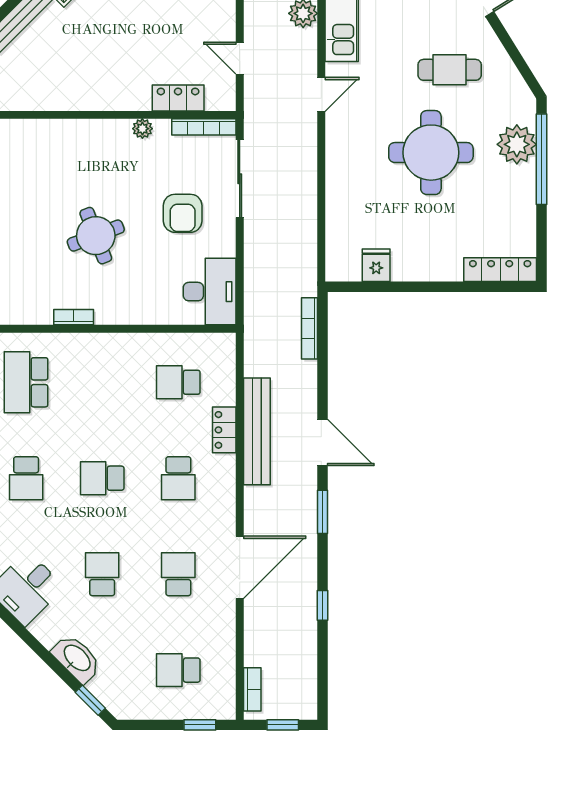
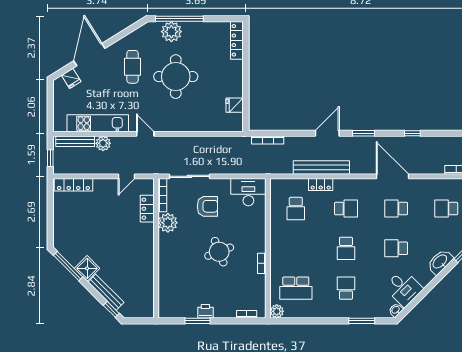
plant: (142, 129) -> (168, 223), width x1.88, depth x1.88
school desk: (26, 478) -> (346, 288), turned -90
school desk: (178, 670) -> (446, 209), turned 90

